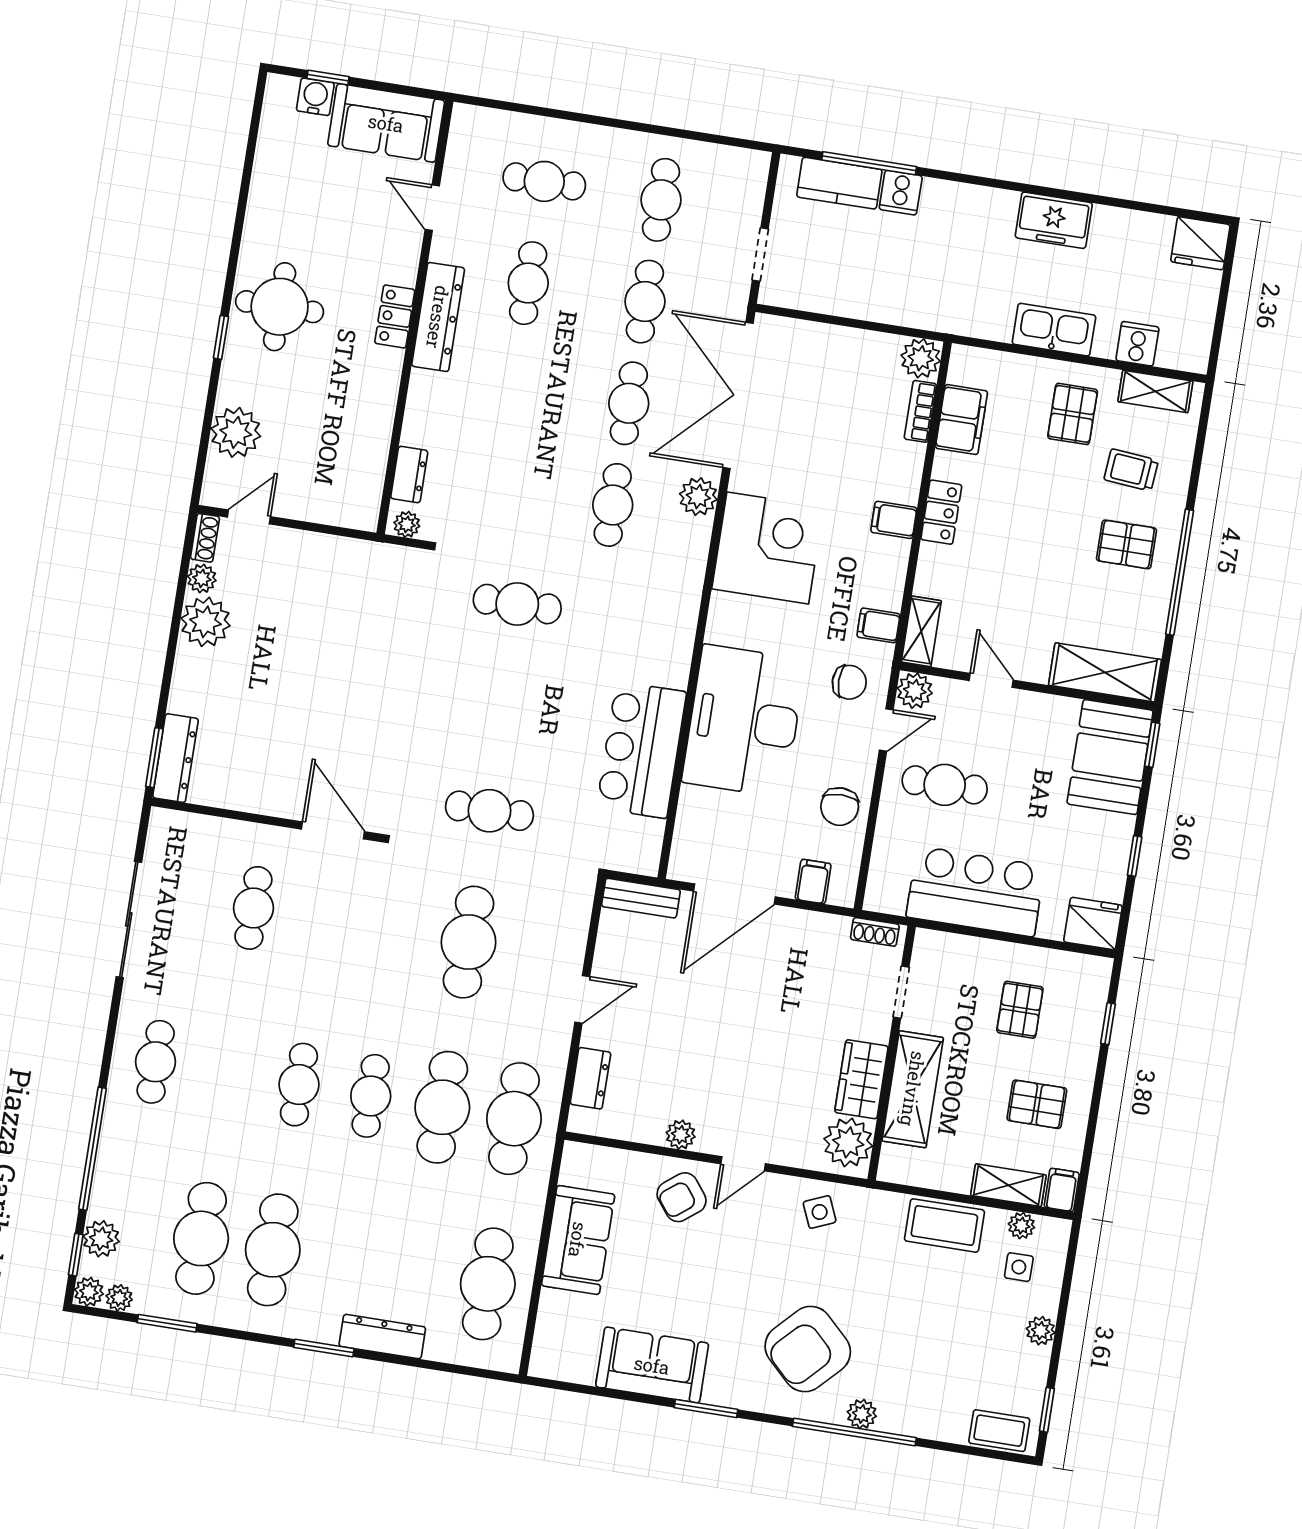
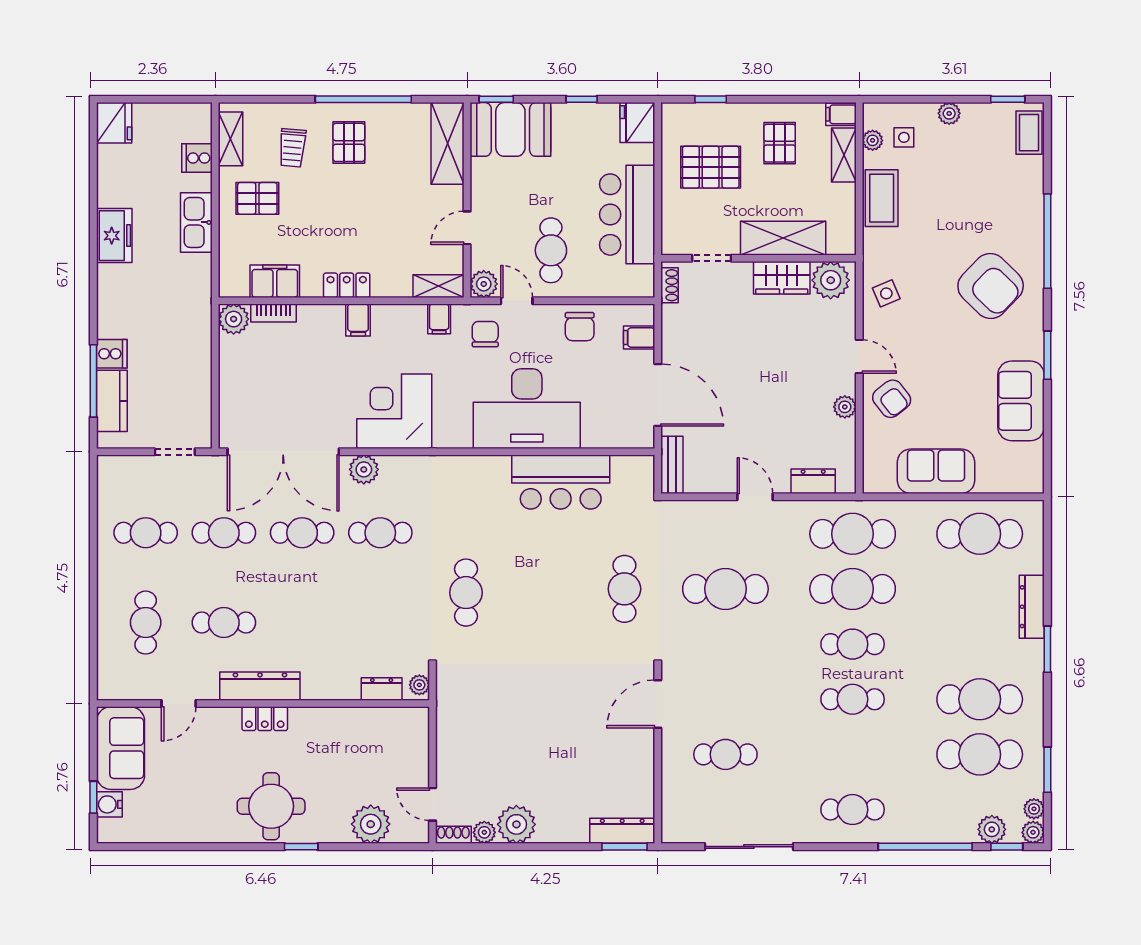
chair: (840, 807) -> (580, 327), turned 90
pallet: (1020, 1010) -> (711, 167), width x1.50, depth x1.42
plant: (862, 1414) -> (1033, 238), removed

